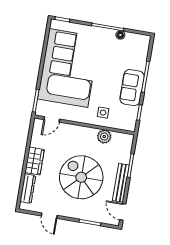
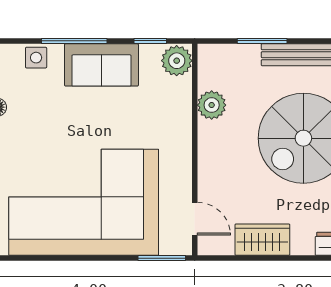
side table: (103, 113) -> (36, 58), moved
plant: (128, 124) -> (177, 61), added
wardrobe: (35, 161) -> (262, 240), moved

